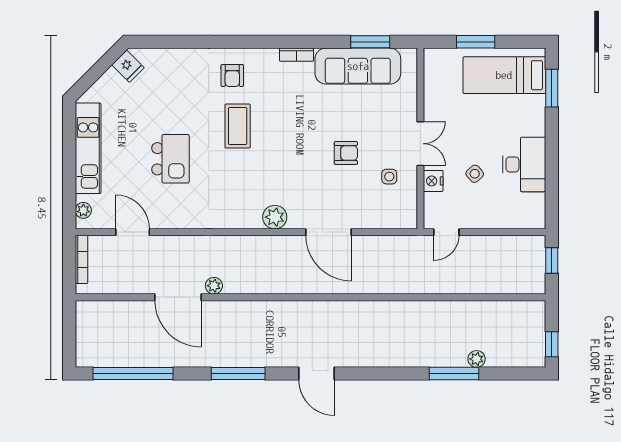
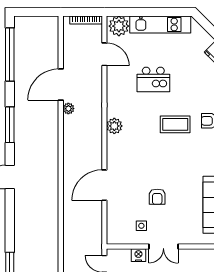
plant: (83, 210) -> (119, 26), width x1.88, depth x1.88
plant: (275, 217) -> (114, 126), moved
door: (133, 232) -> (104, 54), hinge flipped

